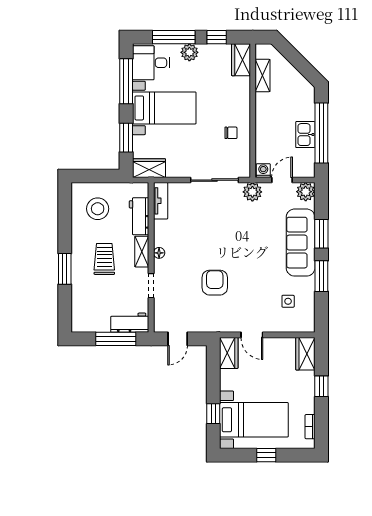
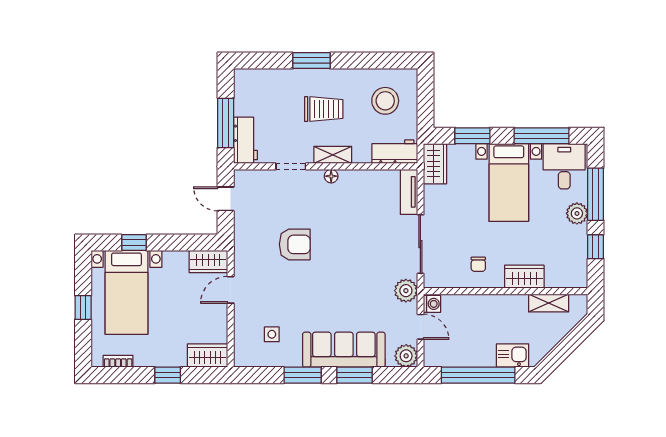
wardrobe: (241, 60) -> (524, 277), moved
kitchen sink: (305, 135) -> (513, 356), moved
tv unit: (161, 201) -> (409, 192), moved, turned 90
workbench: (139, 216) -> (395, 152), moved

